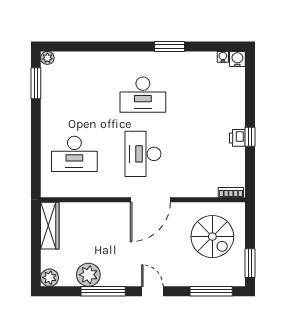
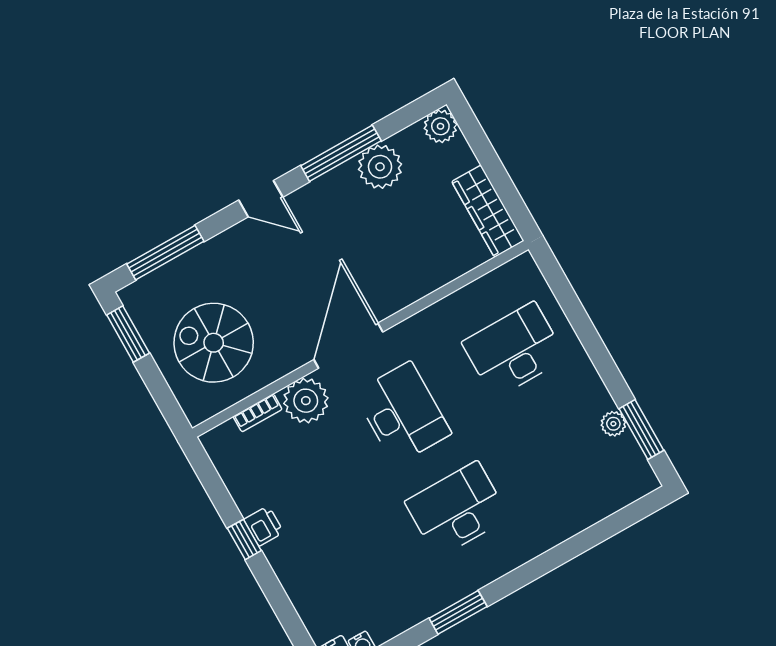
plant: (47, 58) -> (613, 424), moved
plant: (185, 185) -> (306, 401), added
bookcase: (231, 192) -> (258, 413), moved

